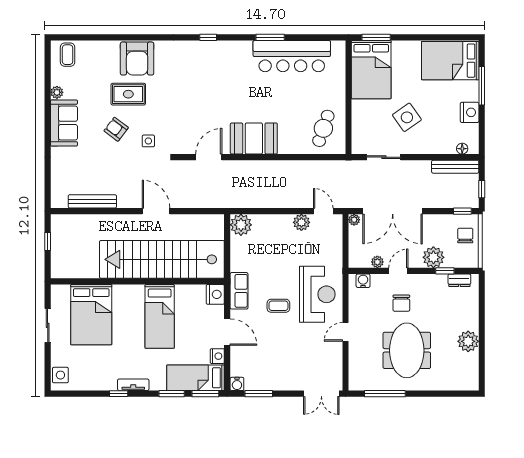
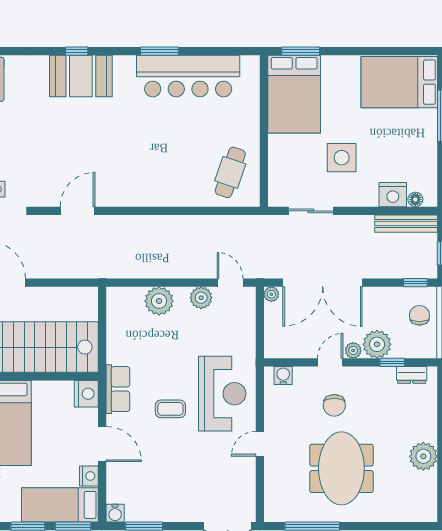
nightstand: (470, 112) -> (393, 195), moved, turned 90
side table: (407, 117) -> (342, 158), turned 35
booth: (254, 138) -> (81, 76), moved
plant: (241, 225) -> (159, 301), moved
plant: (377, 262) -> (353, 350), moved

